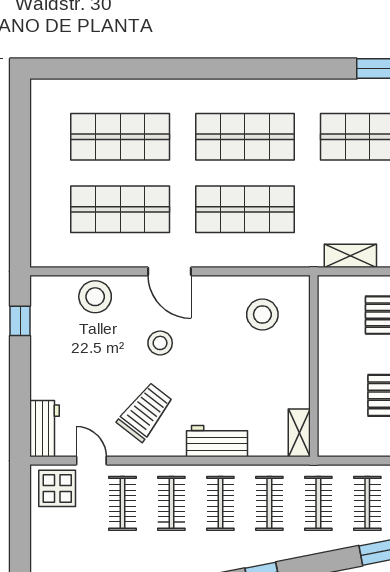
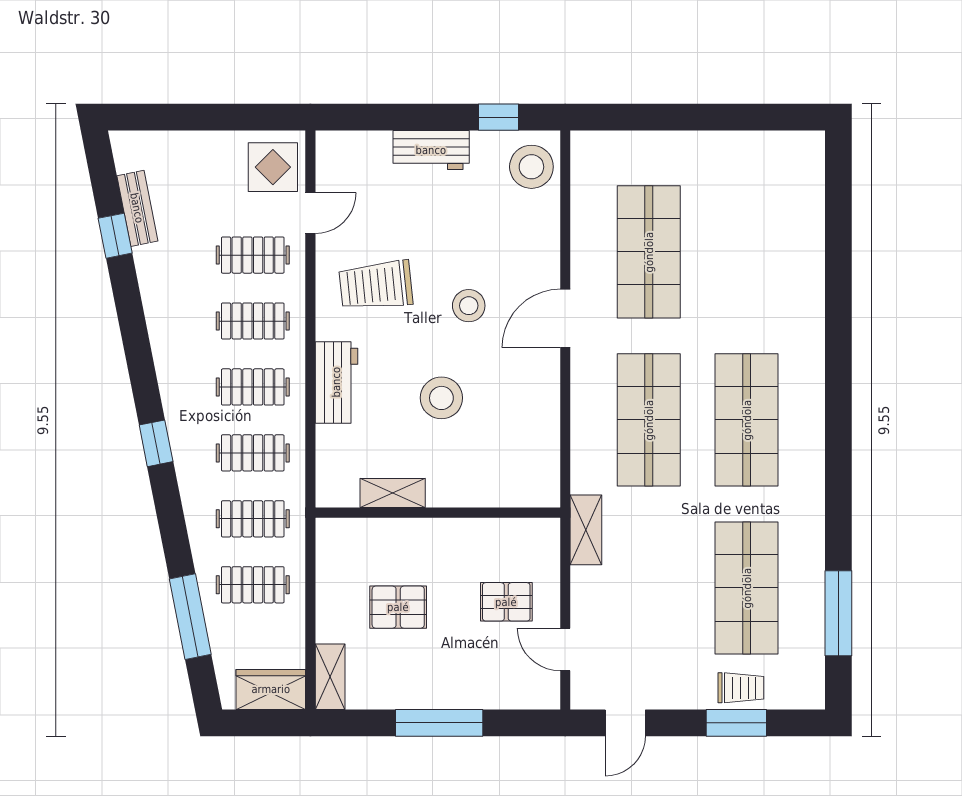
shop shelf: (120, 137) -> (747, 252), removed
shelving: (350, 256) -> (586, 530), moved
stool: (95, 297) -> (531, 167), moved
stool: (262, 314) -> (441, 398), moved
trolley: (145, 412) -> (376, 285), turned 136
workbench: (44, 429) -> (431, 150), moved
shelving: (299, 433) -> (393, 493), moved

